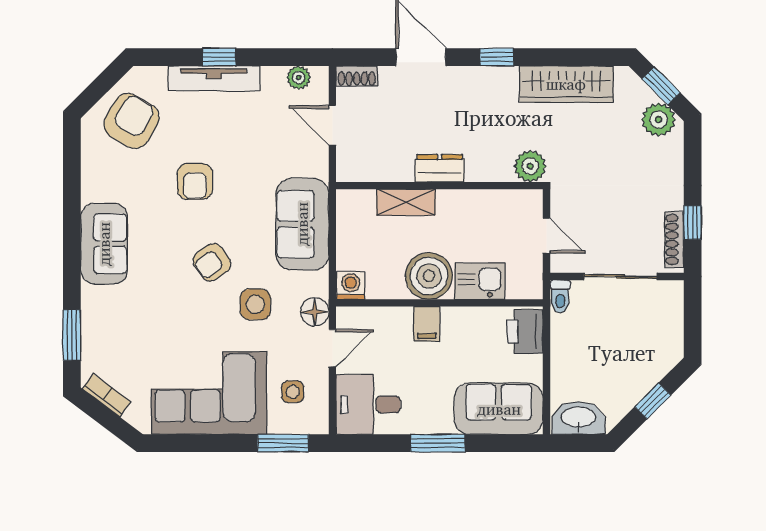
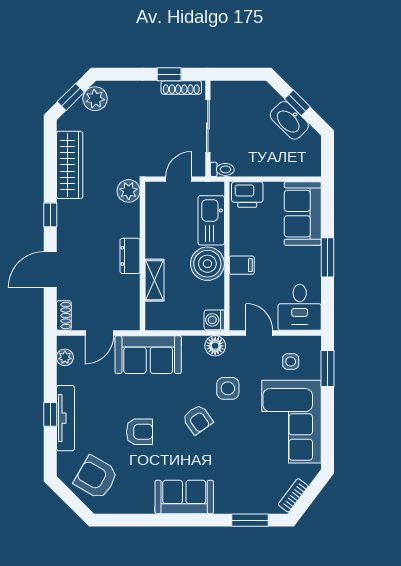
sofa: (302, 224) -> (148, 355), moved
kitchen sink: (480, 281) -> (211, 220), width x1.38
floor lamp: (315, 312) -> (215, 346), moved
washbasin: (578, 418) -> (289, 120), moved, turned -45

